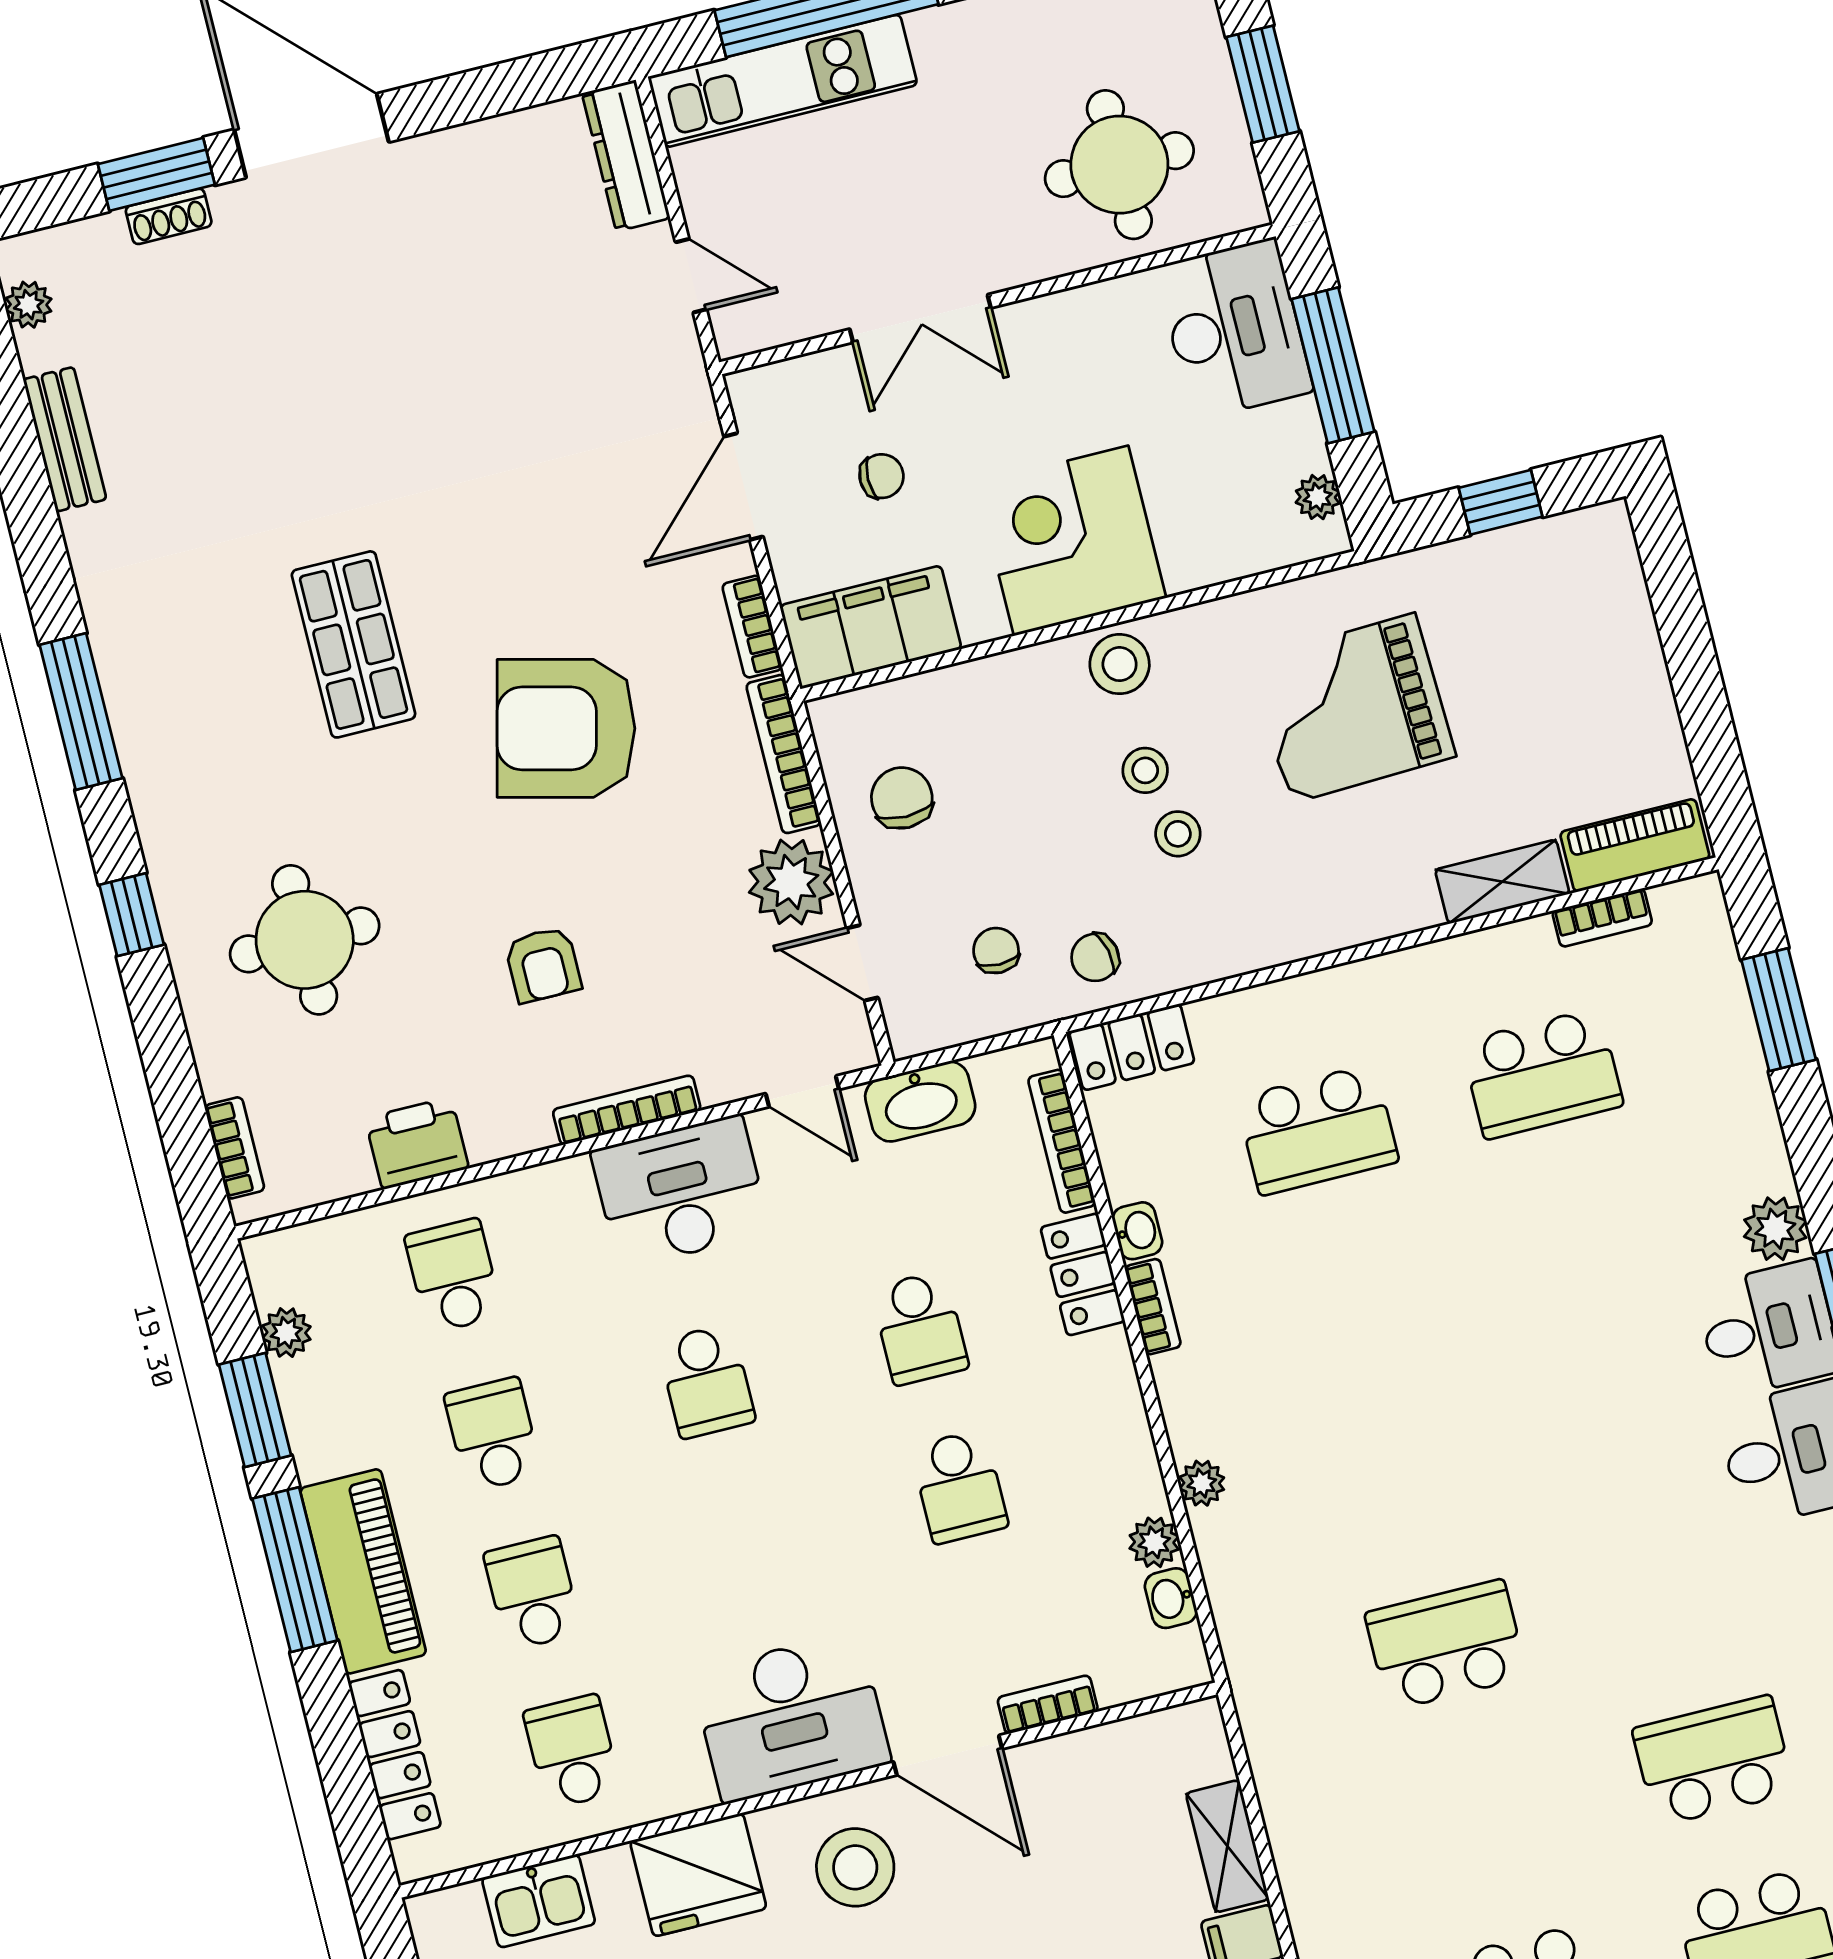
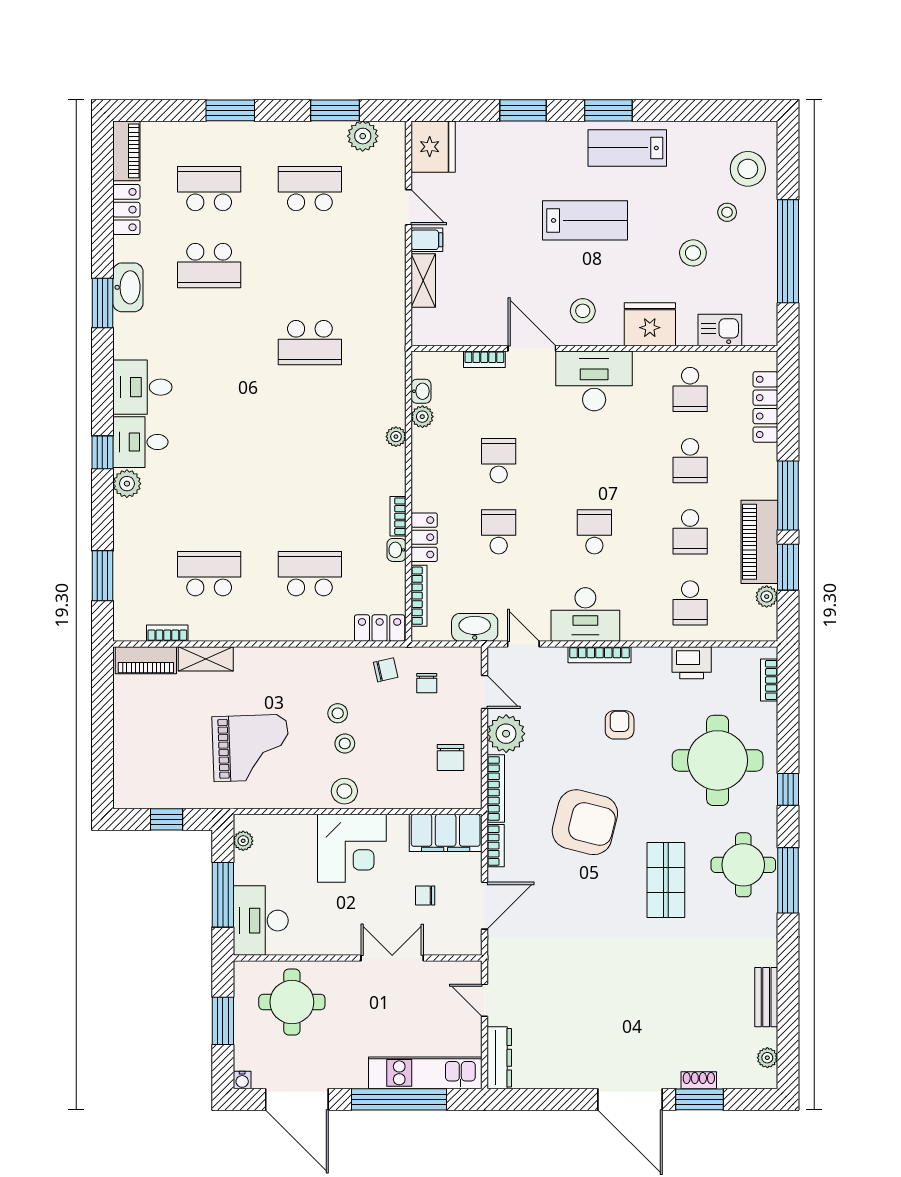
round table: (189, 721) -> (743, 865), added
round table: (305, 940) -> (718, 760), width x1.36, depth x1.36
piano: (363, 1571) -> (759, 542), moved
stool: (855, 1867) -> (583, 311), width x0.73, depth x0.73

